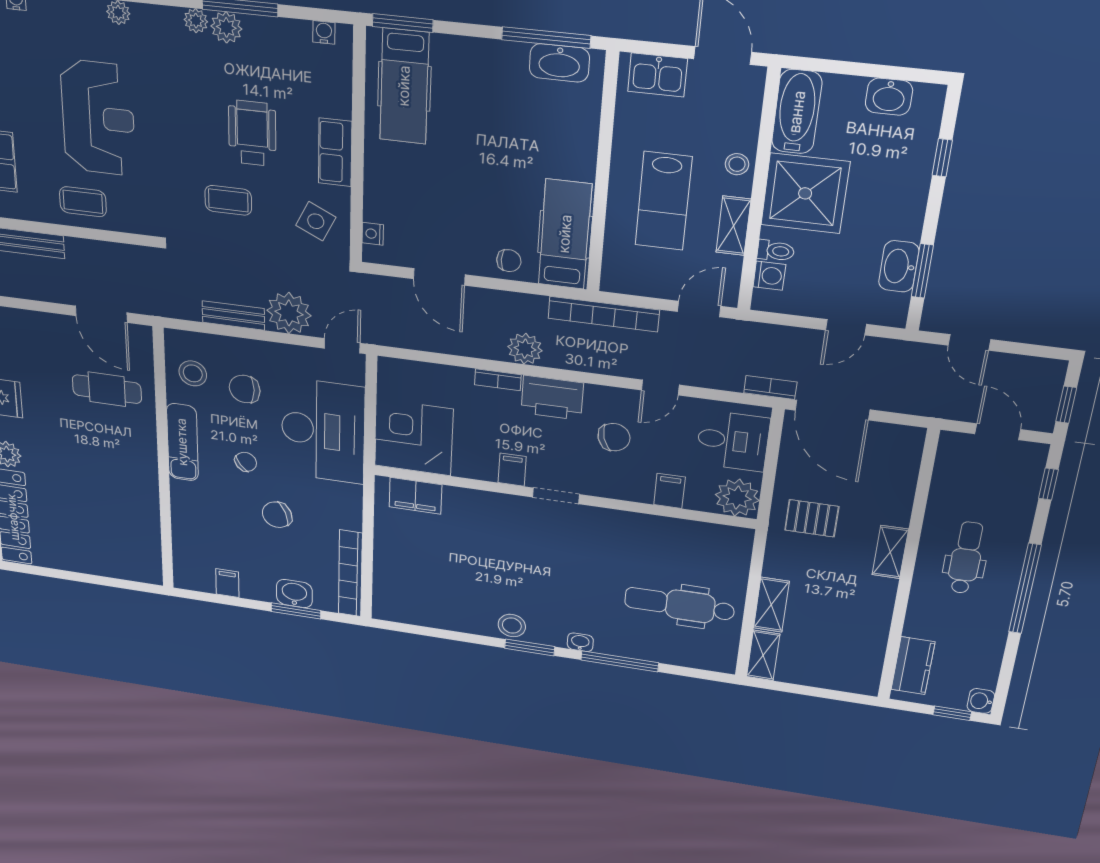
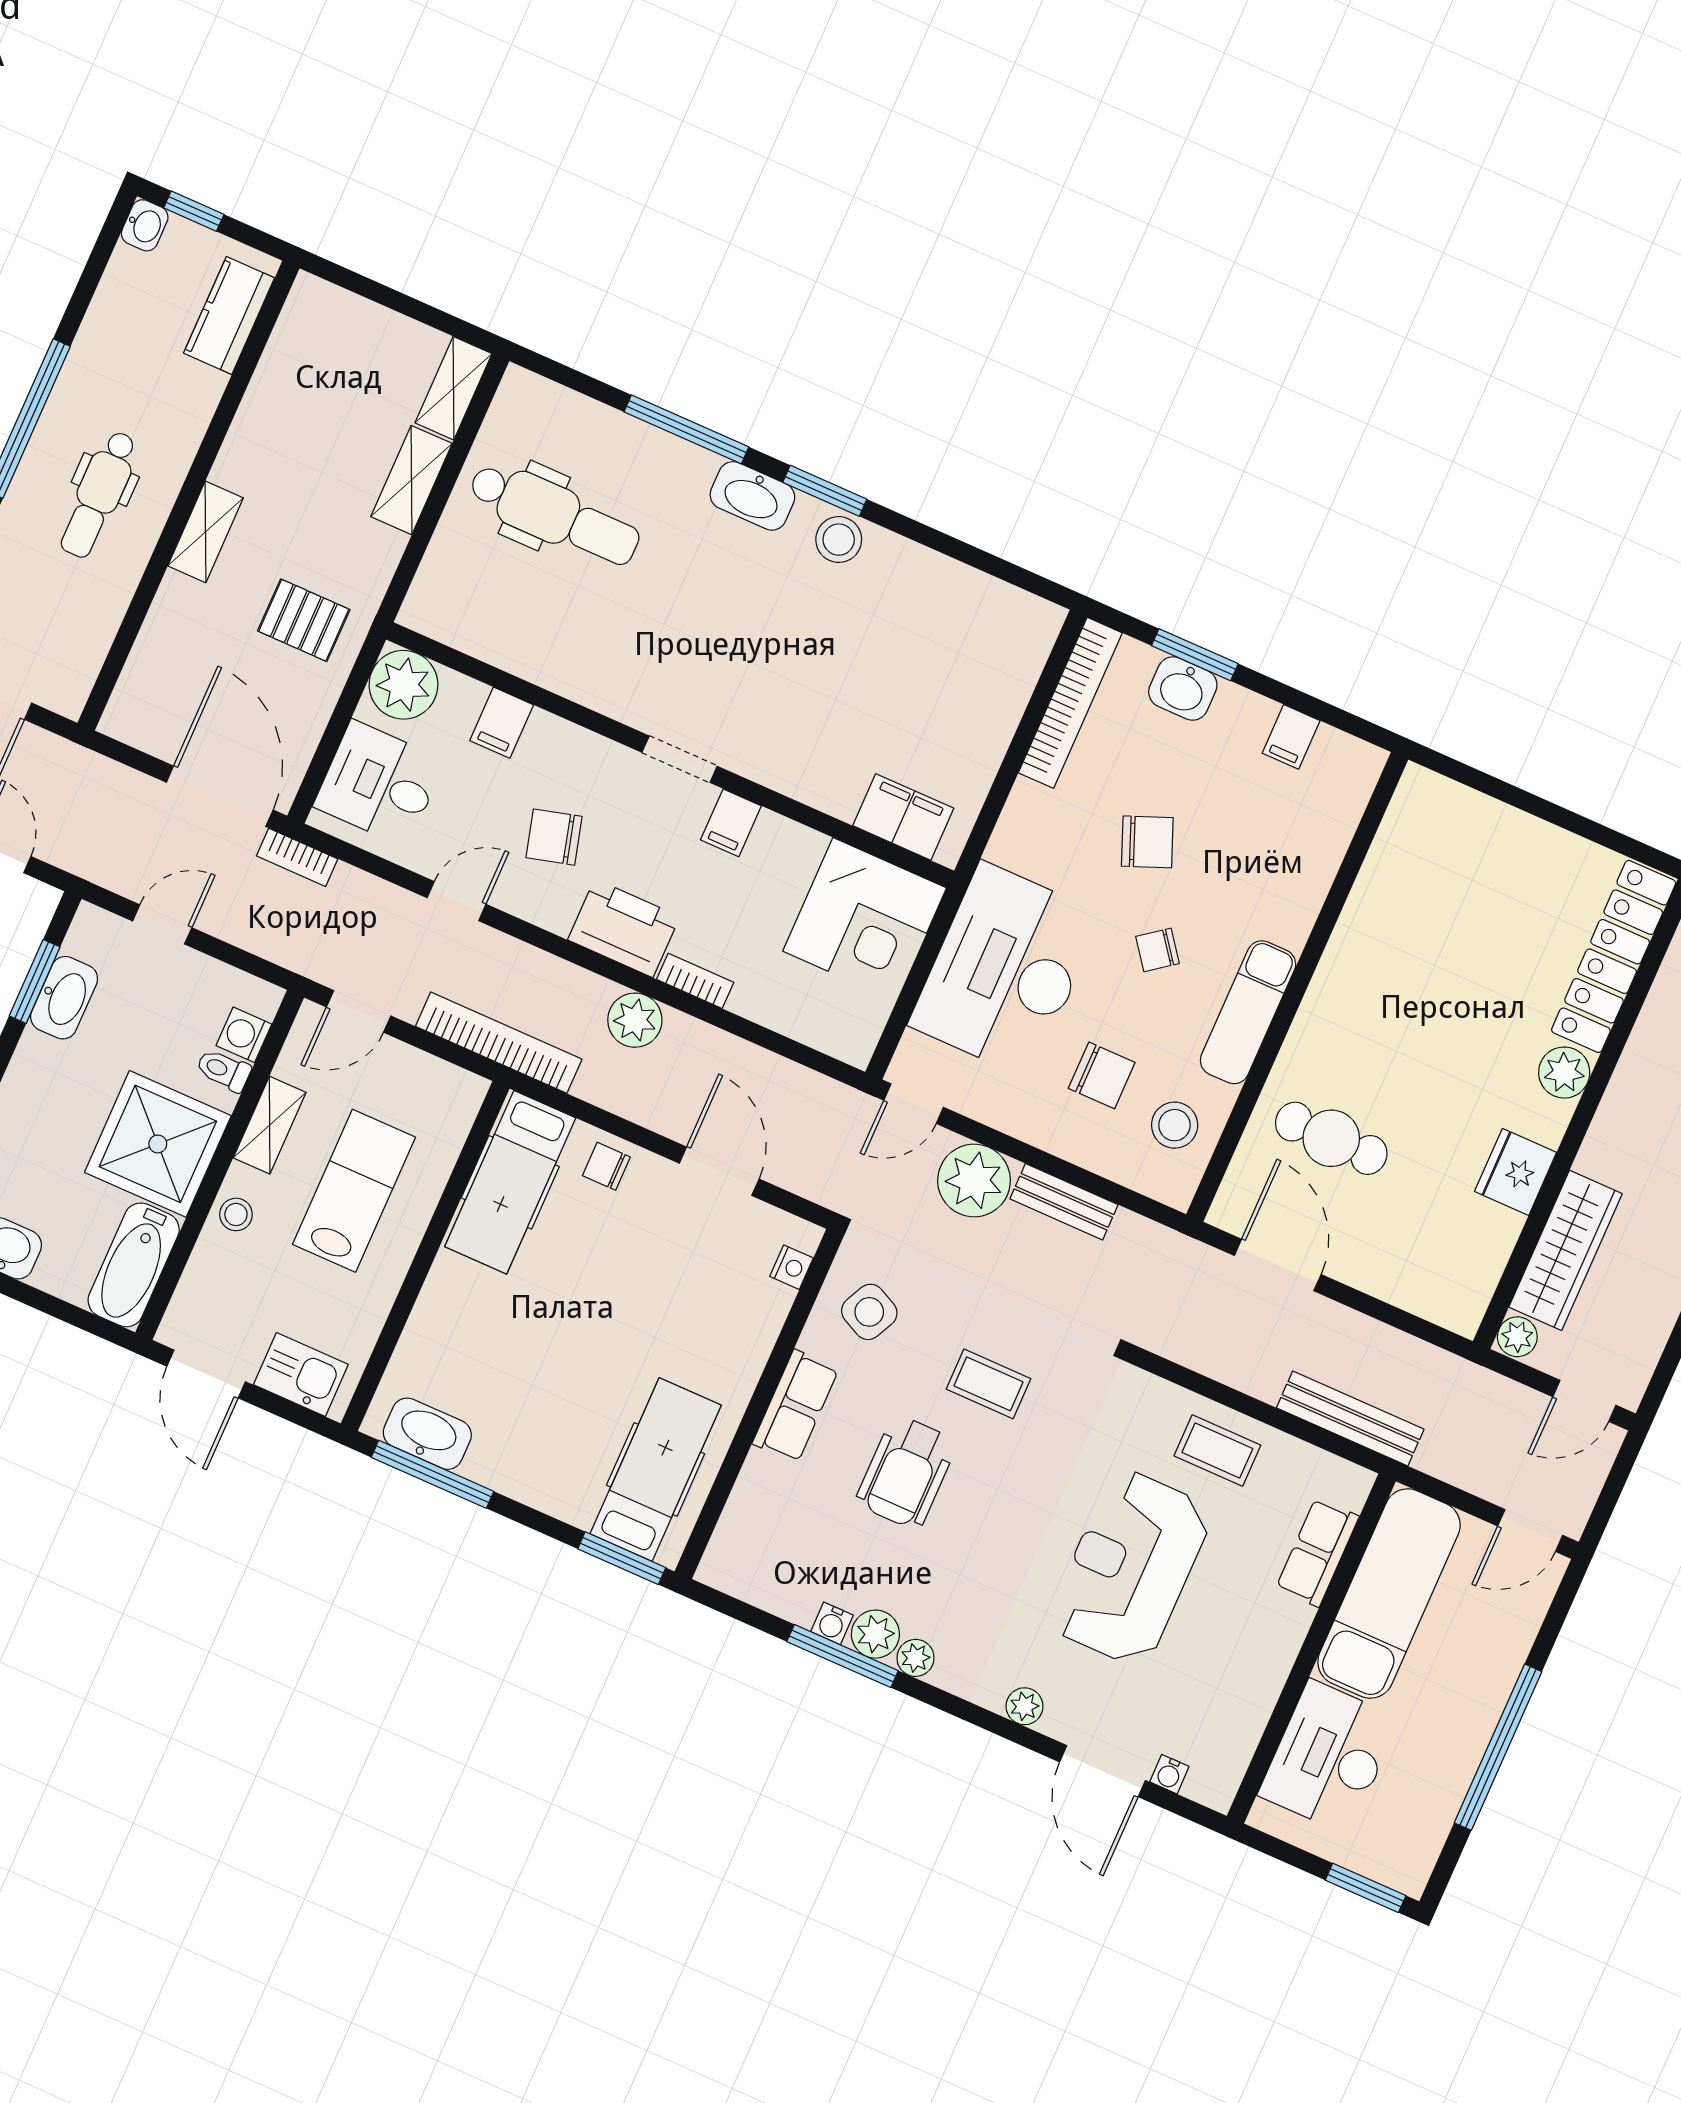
water cooler: (324, 32) -> (832, 1623), moved
washbasin: (580, 642) -> (752, 496), width x1.91, depth x1.45

